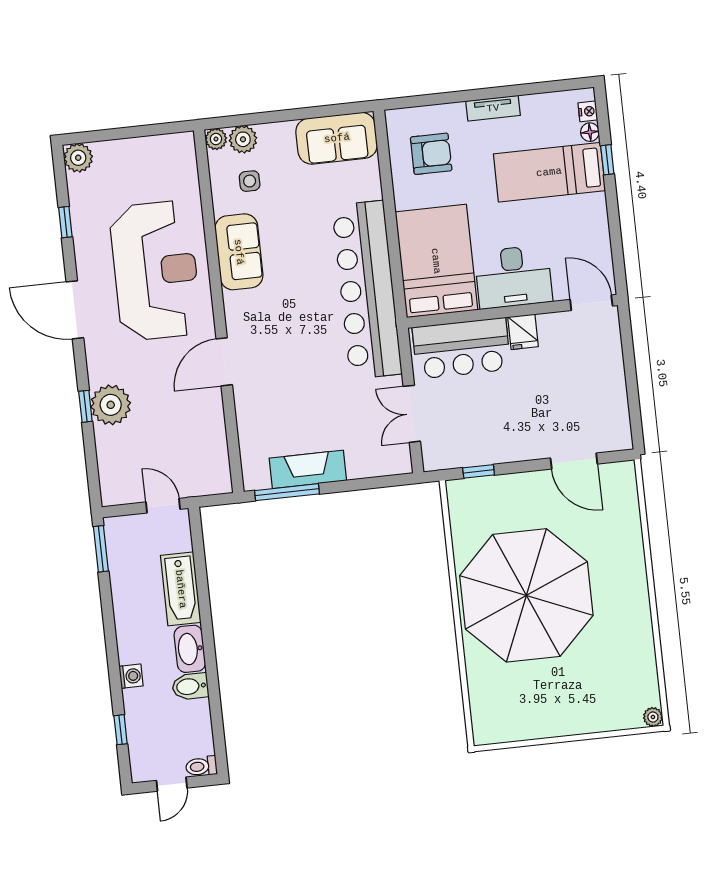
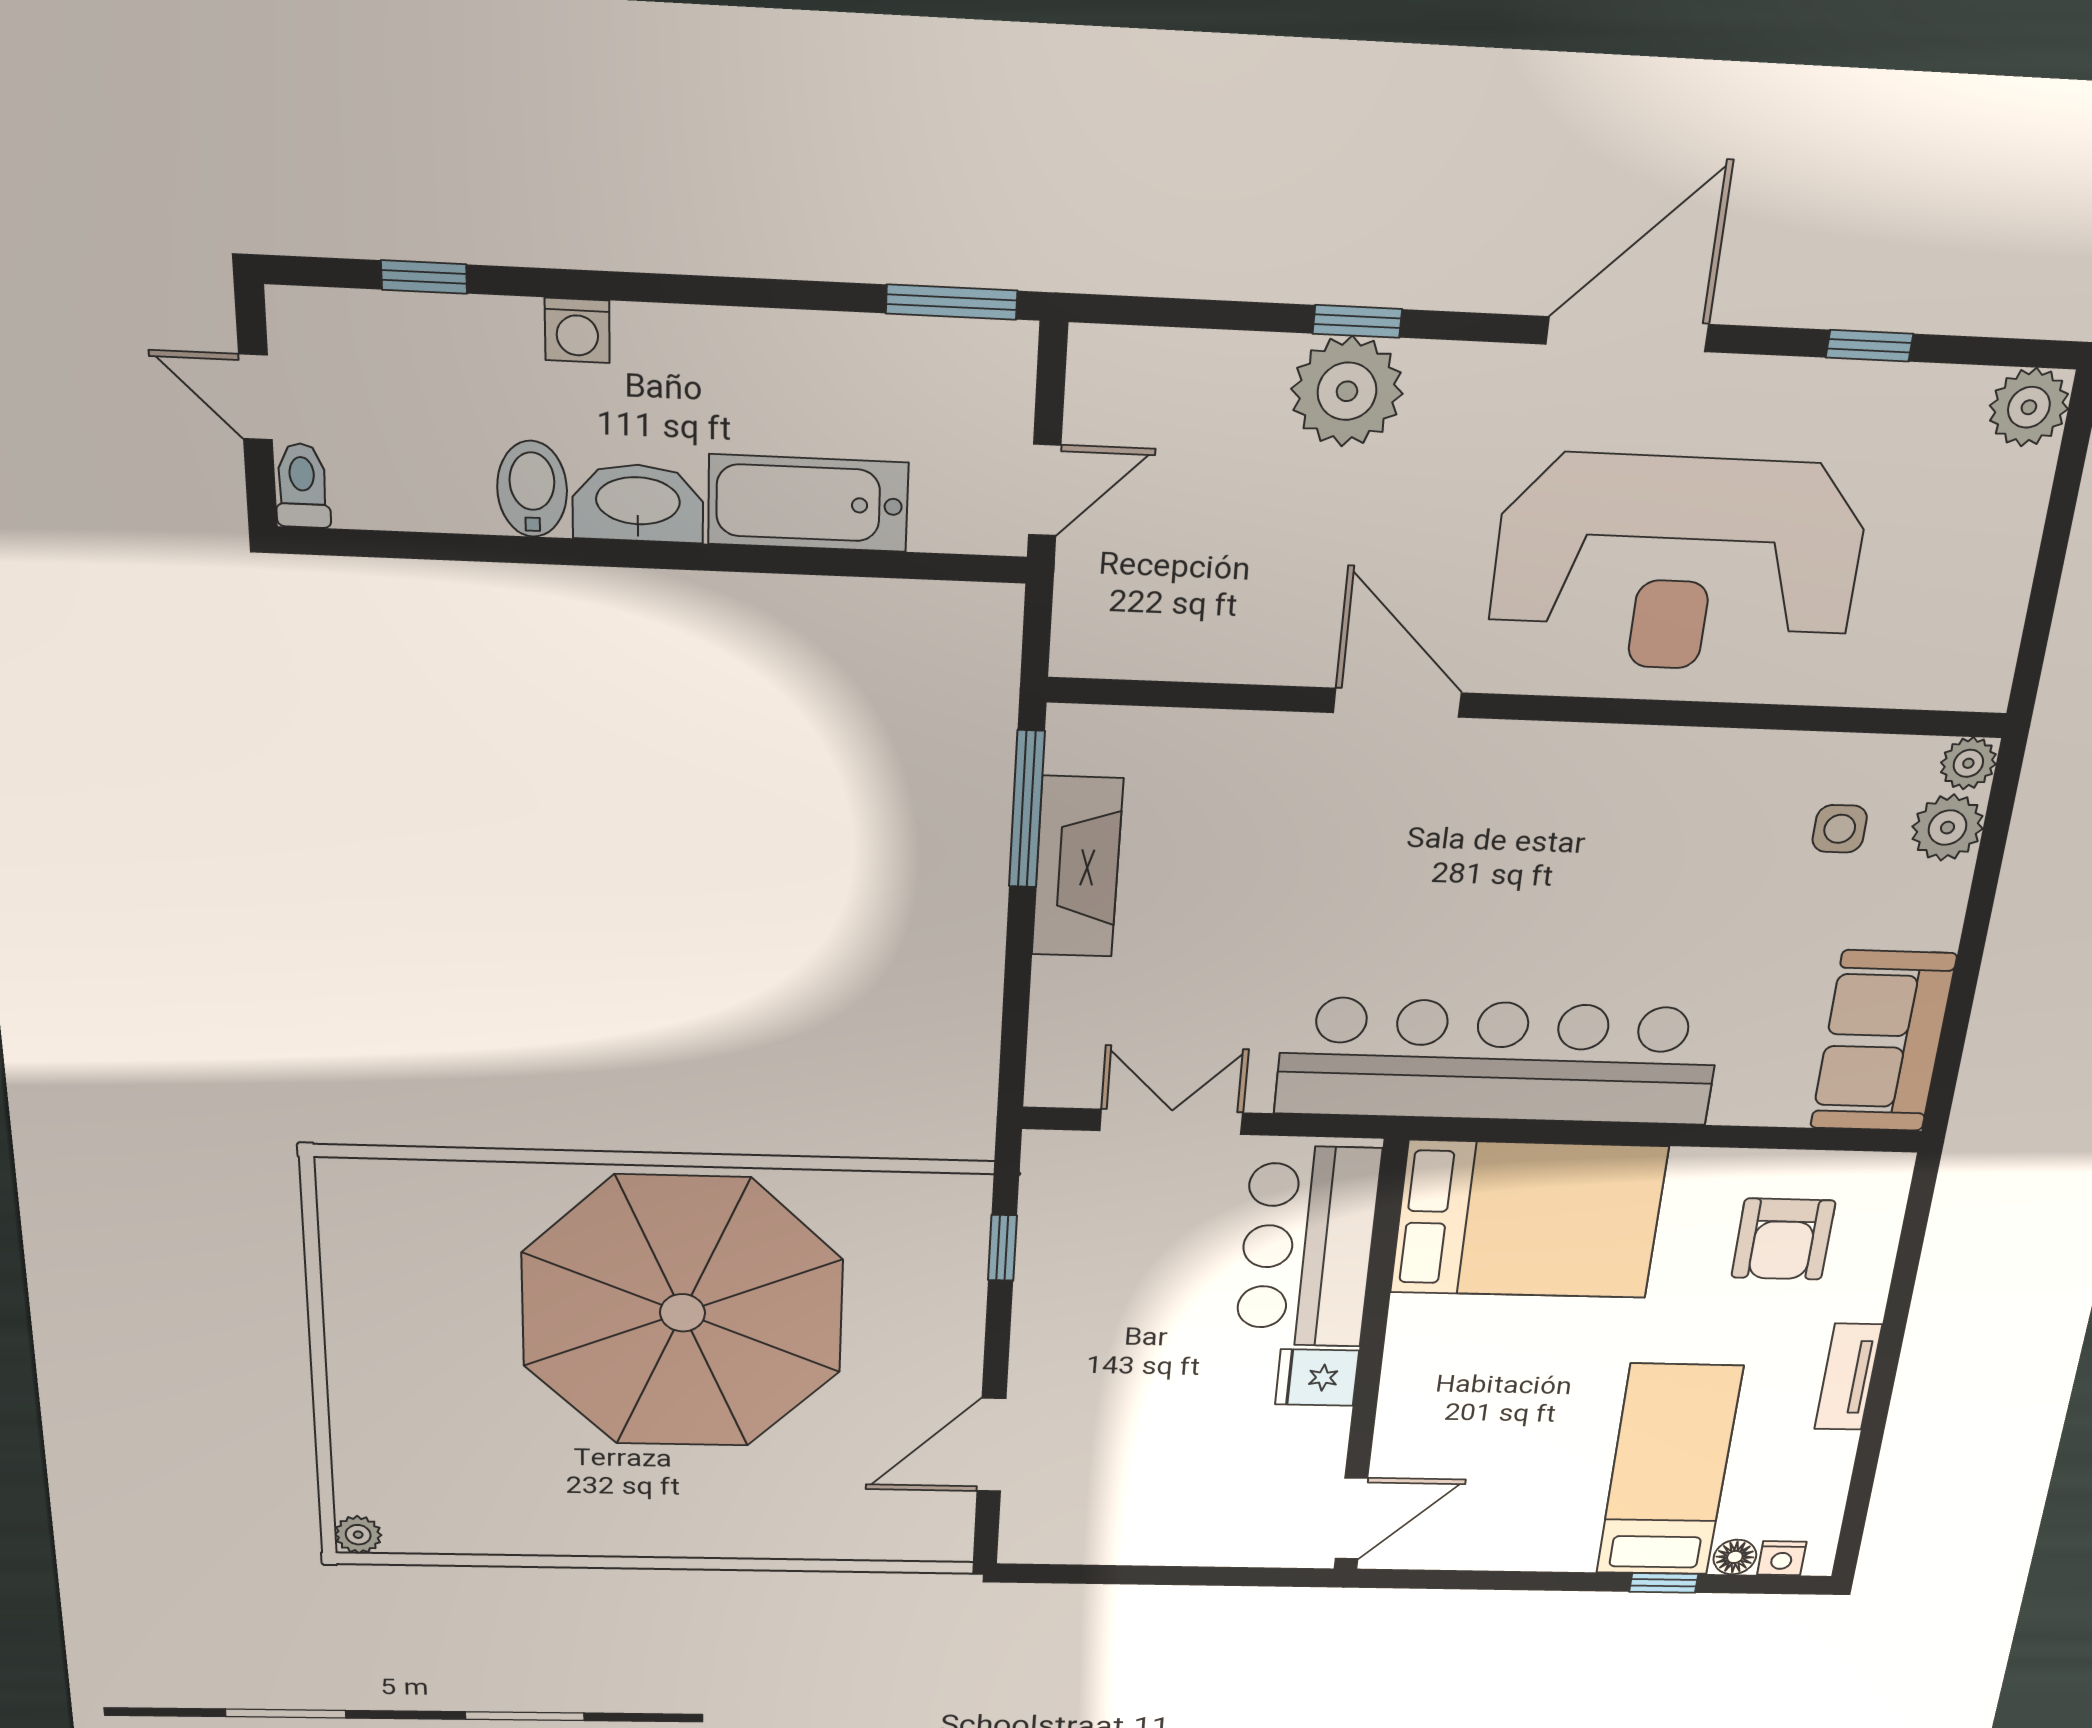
sofa: (239, 252) -> (1670, 779), removed
desk: (513, 277) -> (1450, 1373), removed

